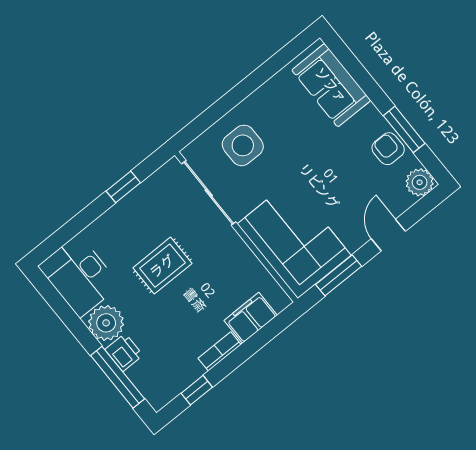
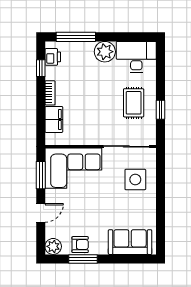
door: (388, 235) -> (41, 213), hinge flipped
rug: (162, 266) -> (134, 103), moved
printer: (124, 352) -> (53, 57), moved, turned -90

